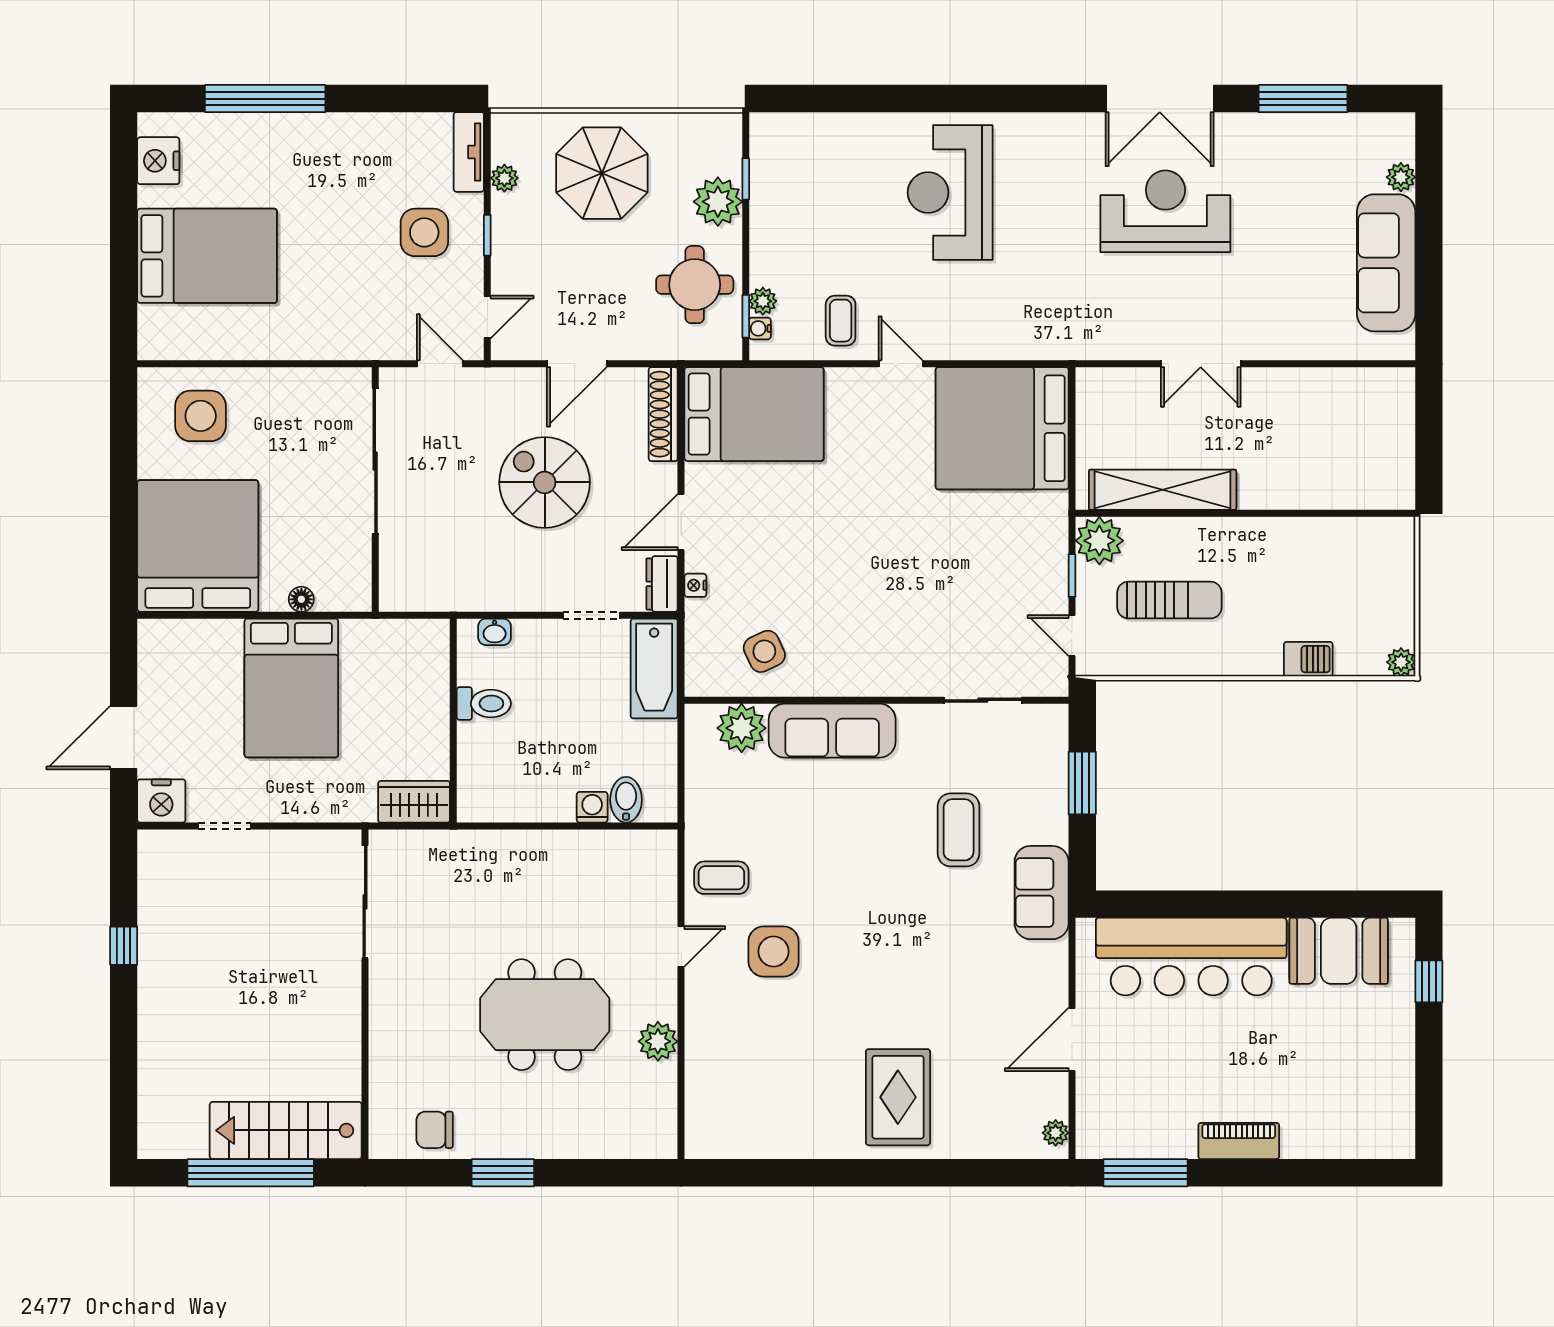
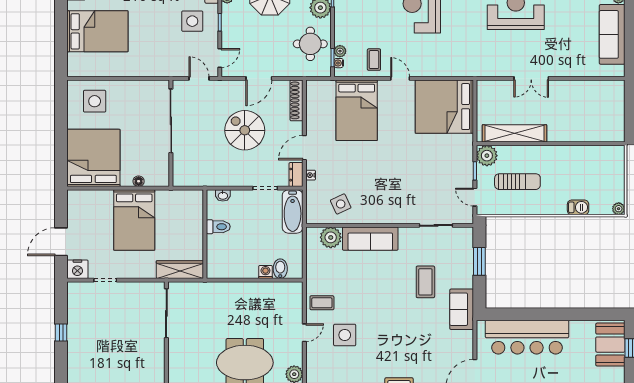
bed: (754, 414) -> (357, 110), moved, turned 90
wardrobe: (414, 802) -> (180, 270), width x1.50
booth: (1339, 951) -> (610, 345), moved, turned 90

